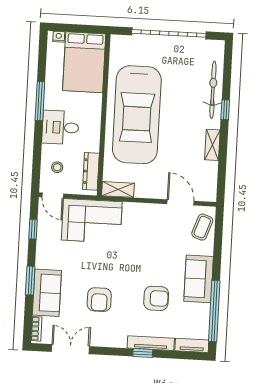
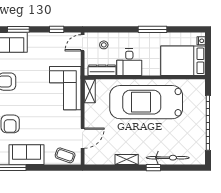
desk: (60, 127) -> (129, 62), moved, turned 180
corner sofa: (92, 221) -> (65, 88), moved

